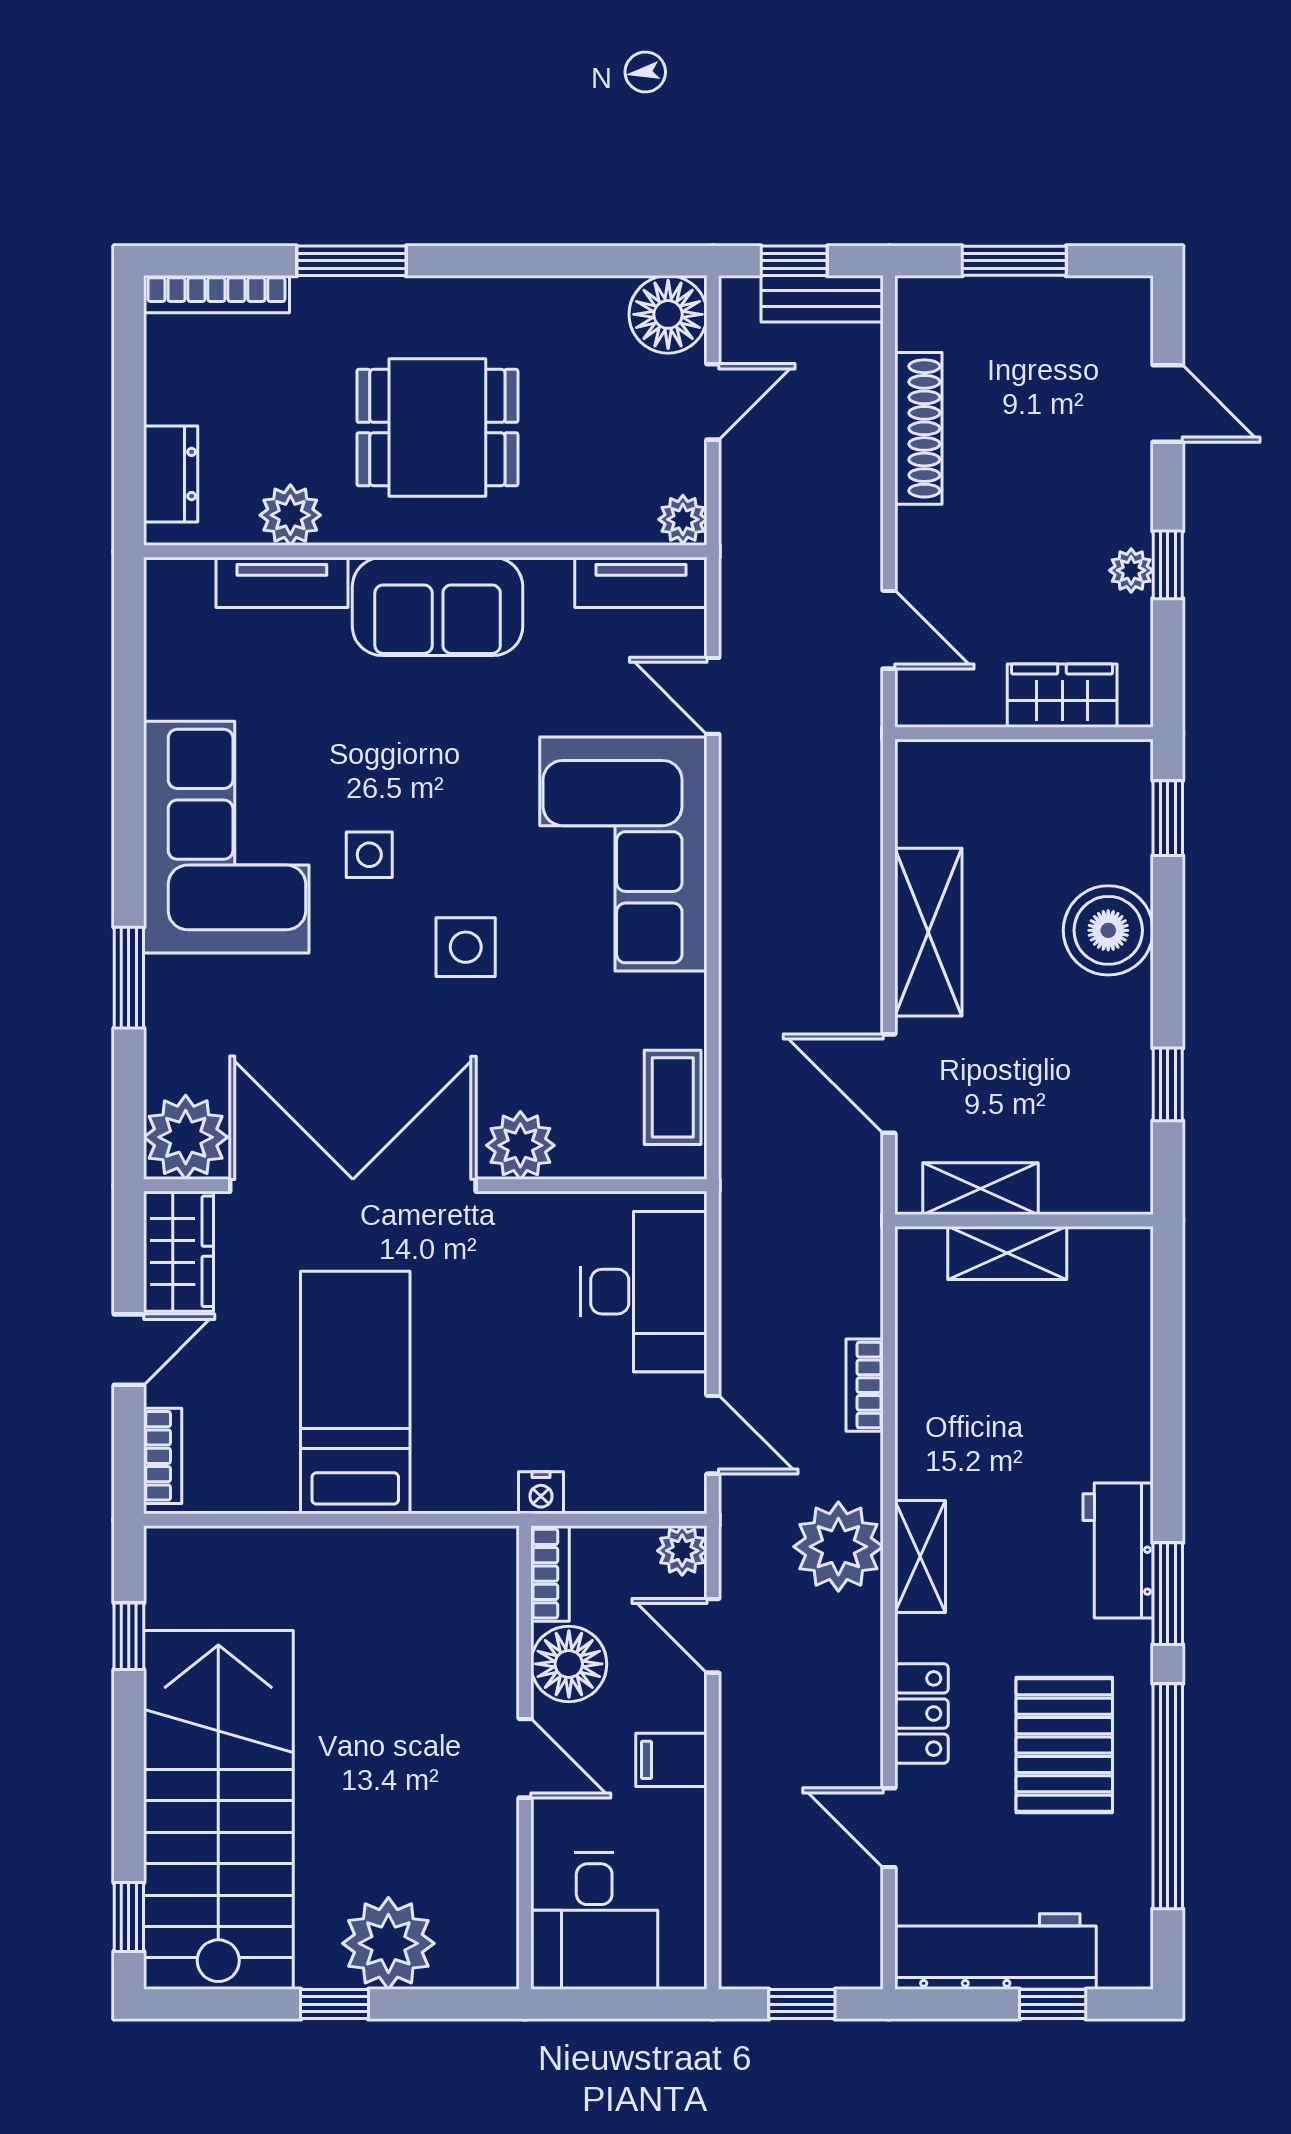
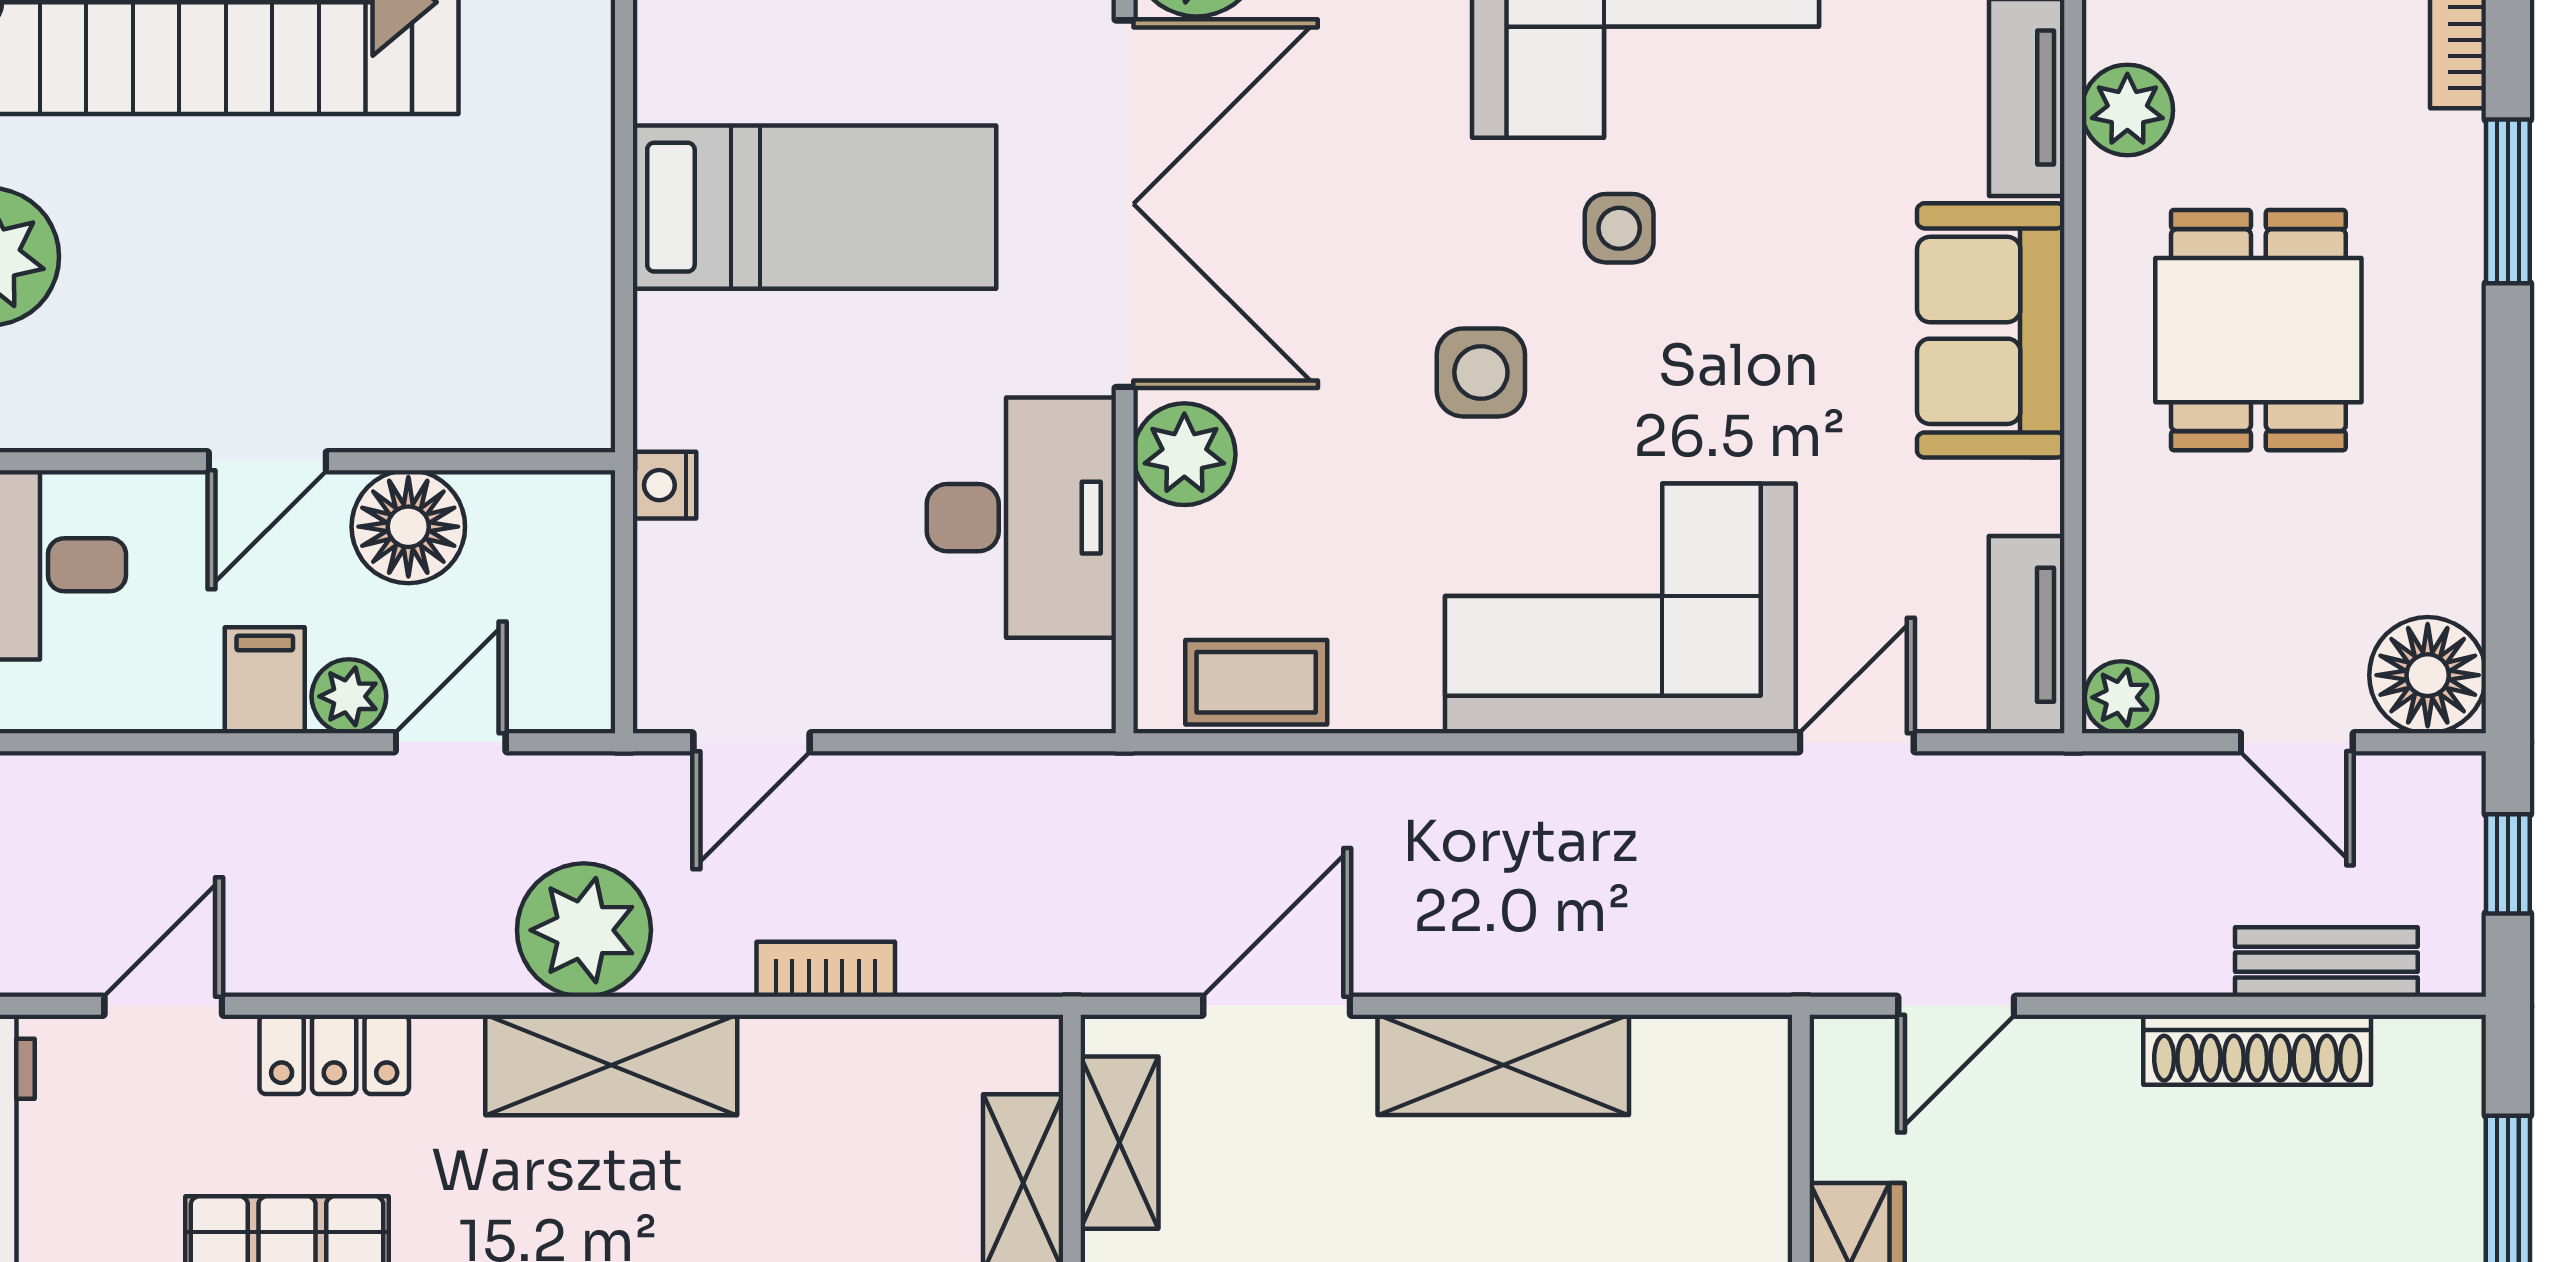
bench: (822, 299) -> (2326, 962), moved, turned 90
desk: (644, 1292) -> (1021, 518), moved, turned -90
plant: (682, 1551) -> (349, 696), moved
shelving: (920, 1556) -> (611, 1065), width x1.50, depth x1.33
bookcase: (550, 1574) -> (544, 499), removed

